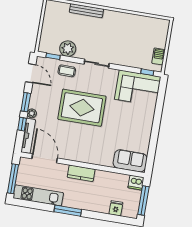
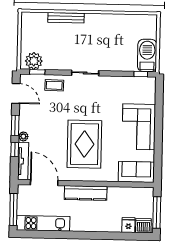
plant: (68, 49) -> (34, 61), moved
barbecue: (159, 56) -> (147, 55), width x1.88, depth x1.53
corner sofa: (138, 88) -> (139, 127), moved, turned 90
rug: (82, 108) -> (84, 144), moved, turned 90
kitchen counter: (81, 173) -> (86, 193), width x1.50
dishwasher: (136, 183) -> (143, 226), moved, turned 180
window: (68, 211) -> (77, 235), removed

